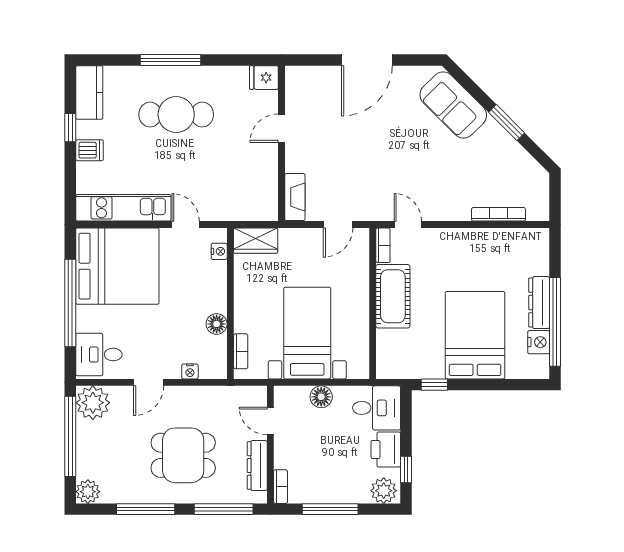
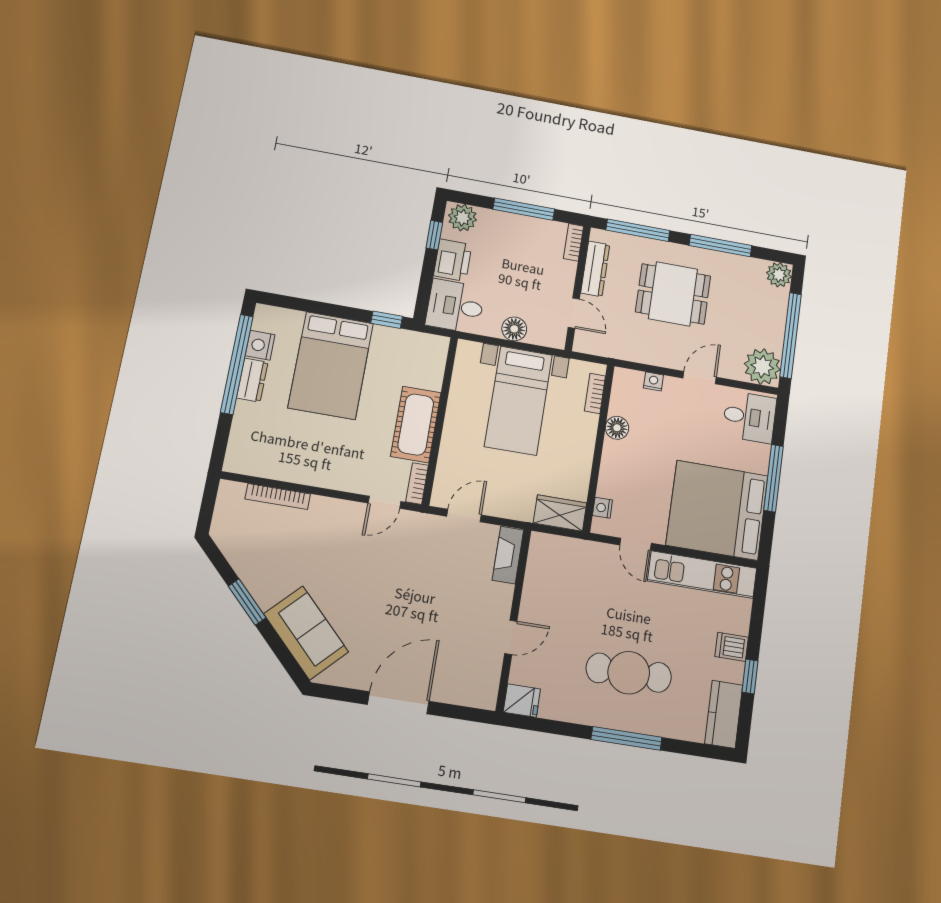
door: (408, 225) -> (384, 502), hinge flipped
window: (70, 303) -> (774, 478), width x0.68
dresser: (539, 303) -> (252, 380), width x0.70

